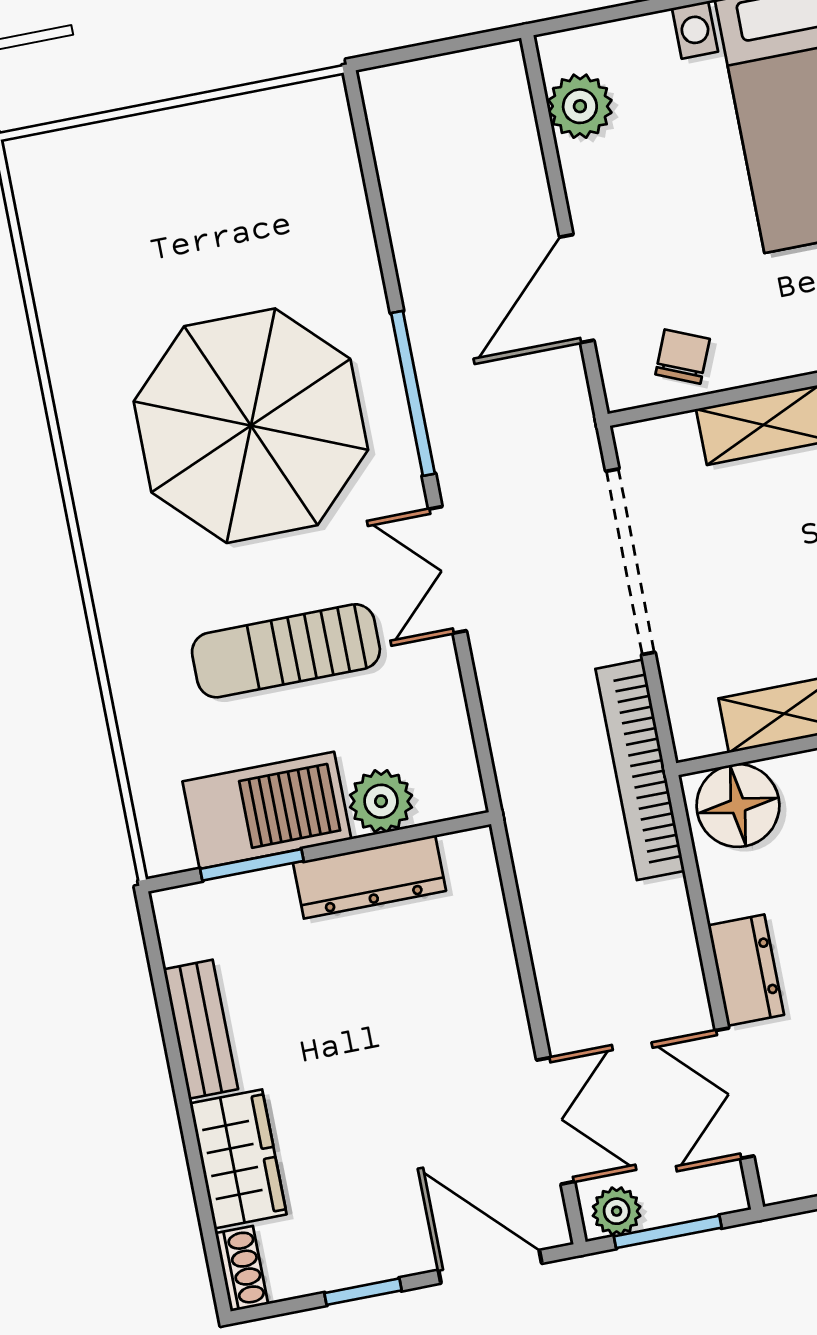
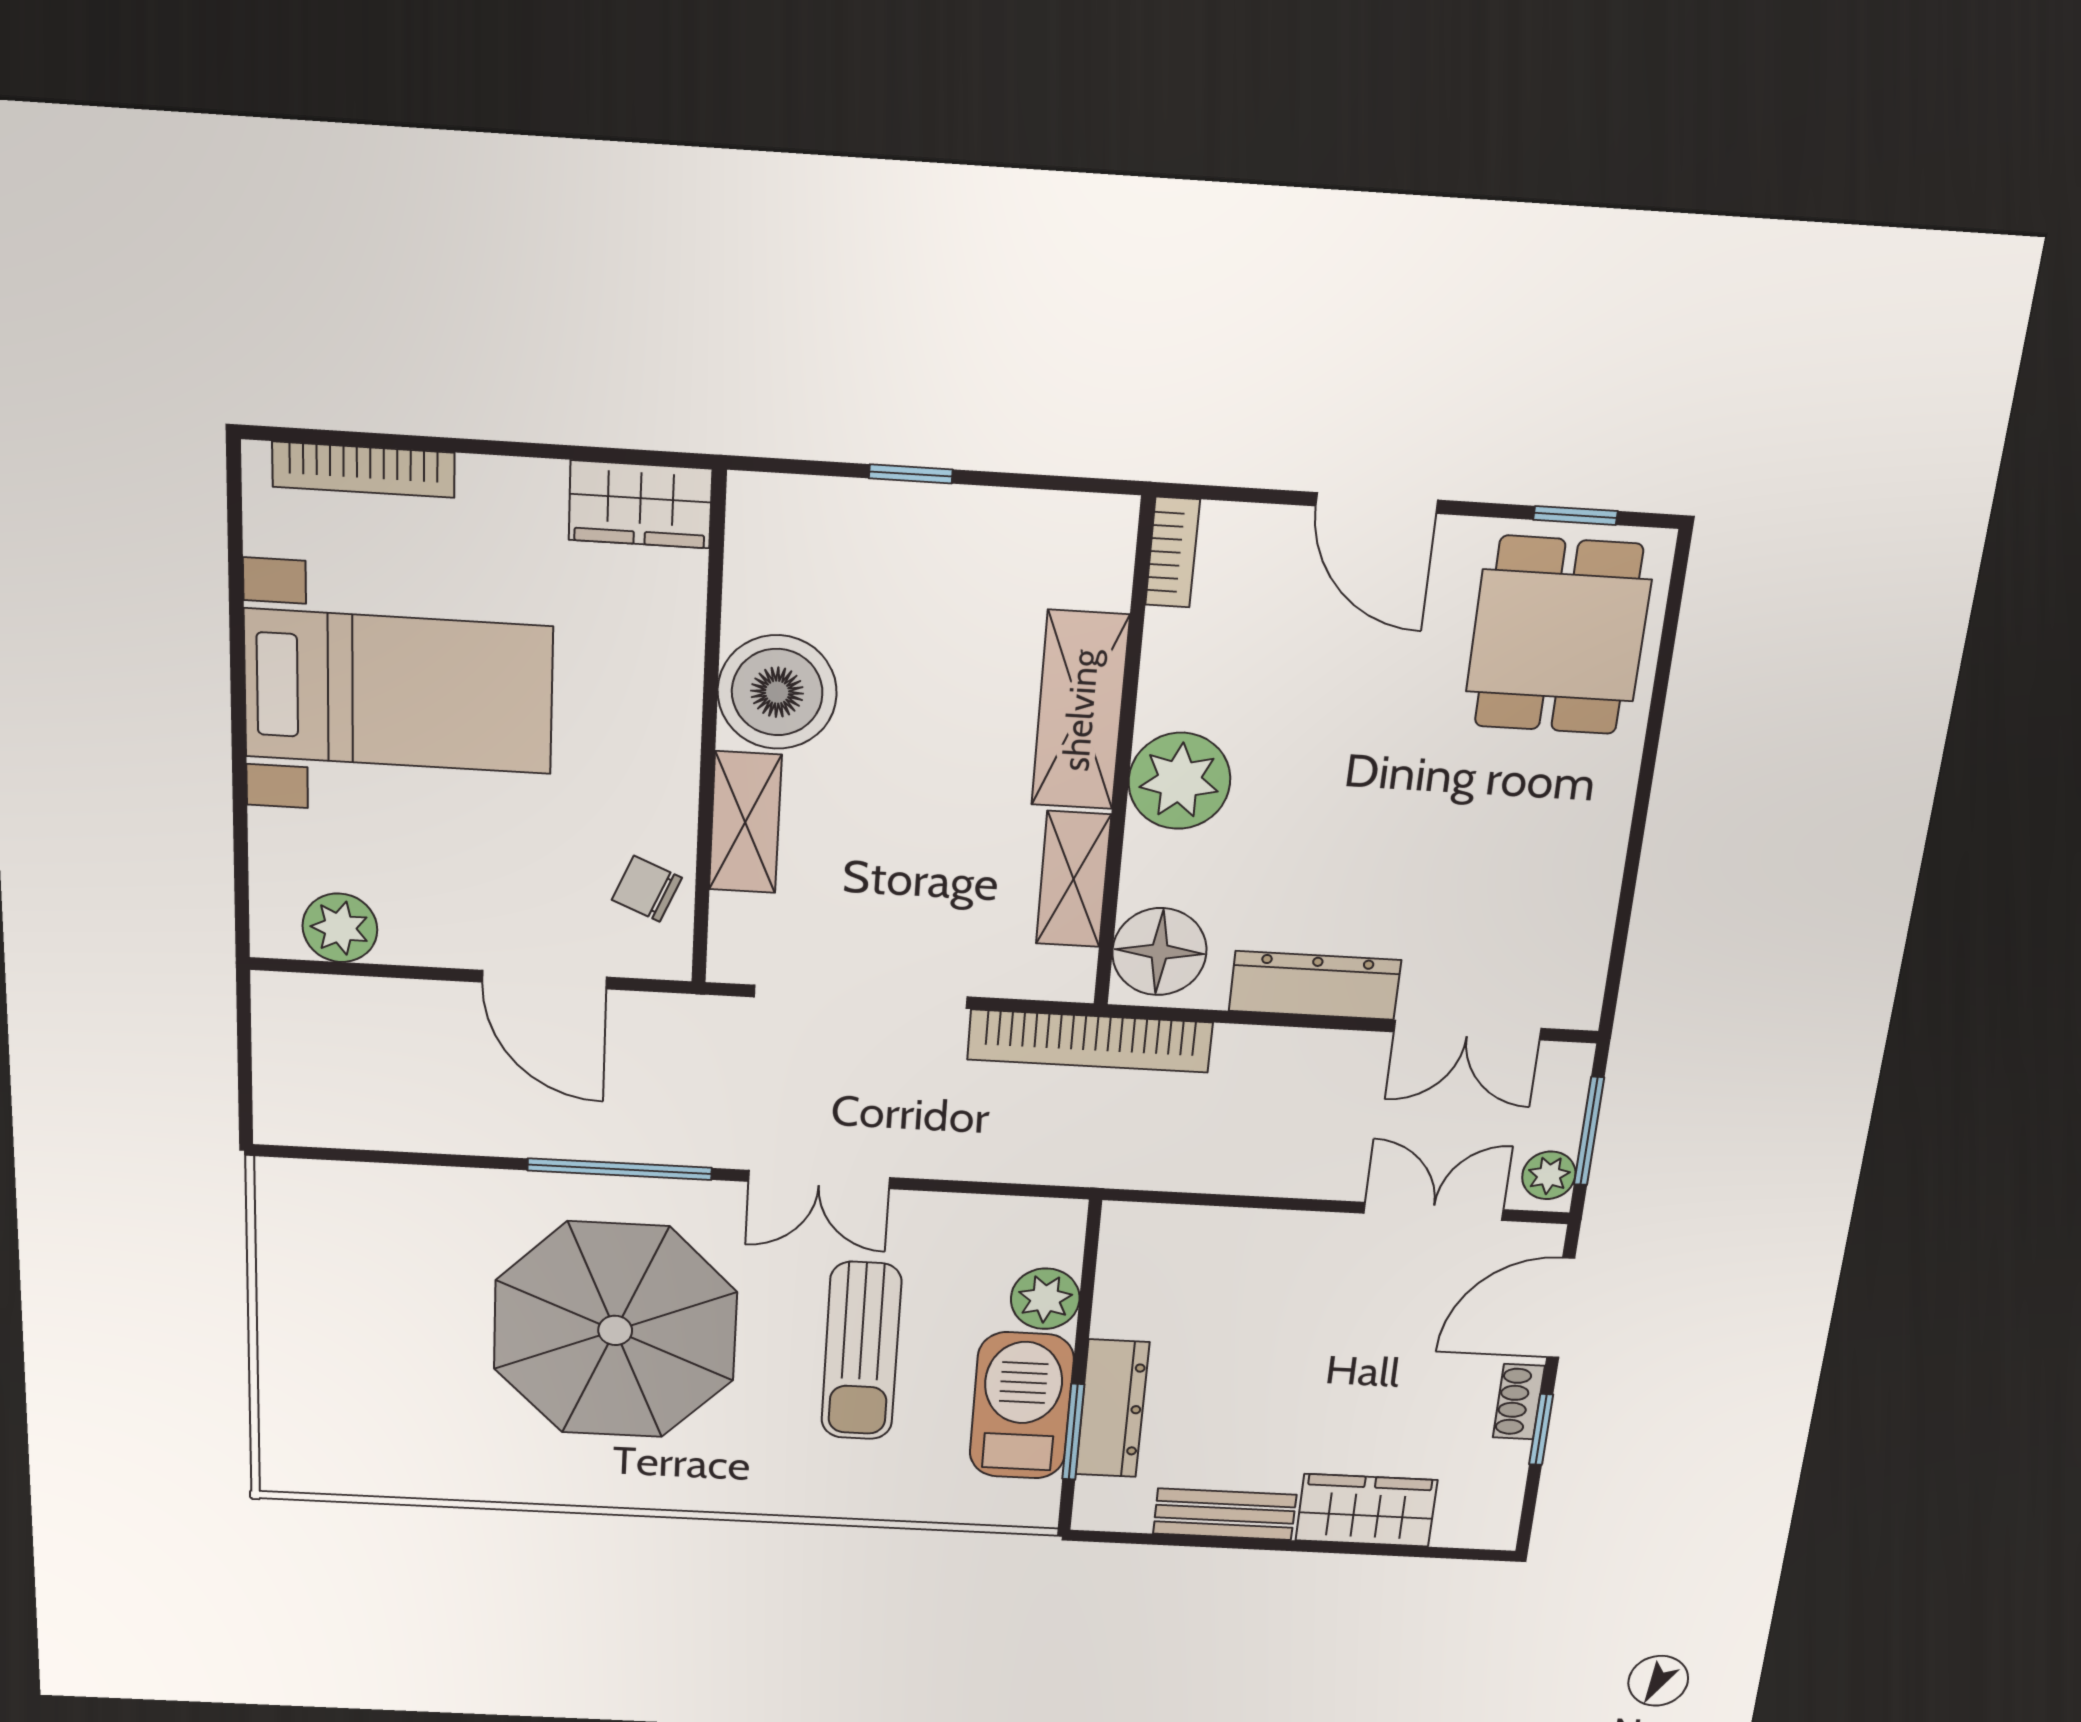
dresser: (369, 877) -> (1112, 1409), moved
dresser: (746, 970) -> (1315, 985), width x1.44
shoe rack: (242, 1268) -> (1519, 1402), moved, turned -90

